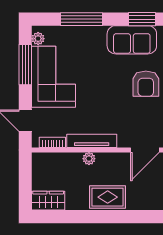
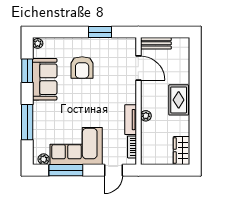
armchair: (146, 84) -> (82, 67), turned 90
tv unit: (92, 141) -> (131, 120), width x0.71

